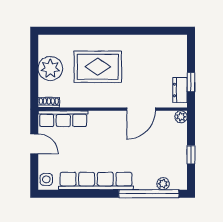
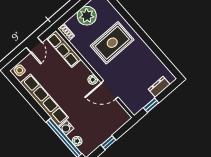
rug: (98, 67) -> (112, 43), turned 90
dresser: (180, 90) -> (159, 87), moved
plant: (181, 117) -> (93, 80), moved
water cooler: (141, 183) -> (66, 128), added

